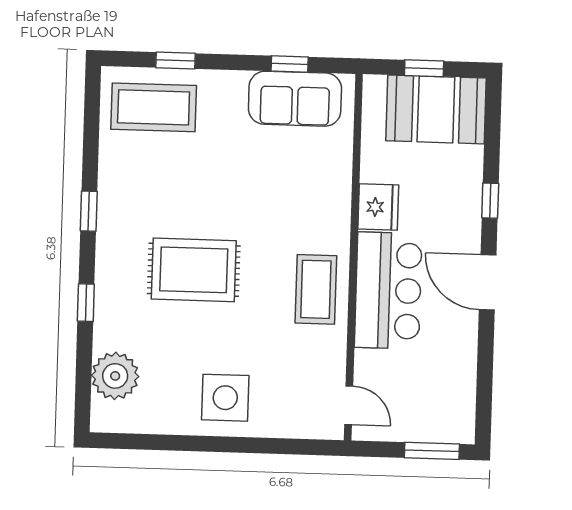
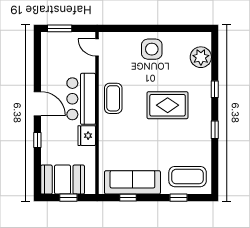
sofa: (295, 99) -> (132, 182), width x1.36

